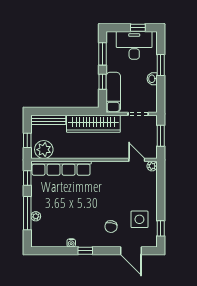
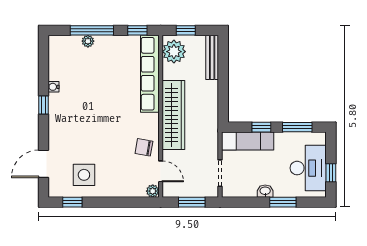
wardrobe: (93, 124) -> (173, 115), moved, turned 180
door: (137, 160) -> (161, 171), hinge flipped
chair: (111, 227) -> (144, 147), moved

